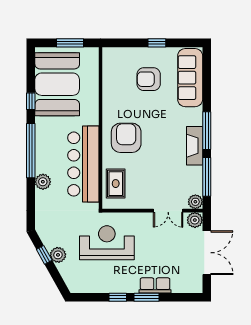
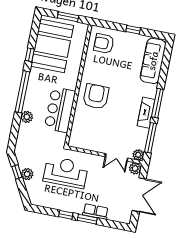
armchair: (149, 79) -> (104, 43), moved
bar counter: (83, 164) -> (60, 110), width x0.73
rug: (116, 184) -> (81, 129), removed

